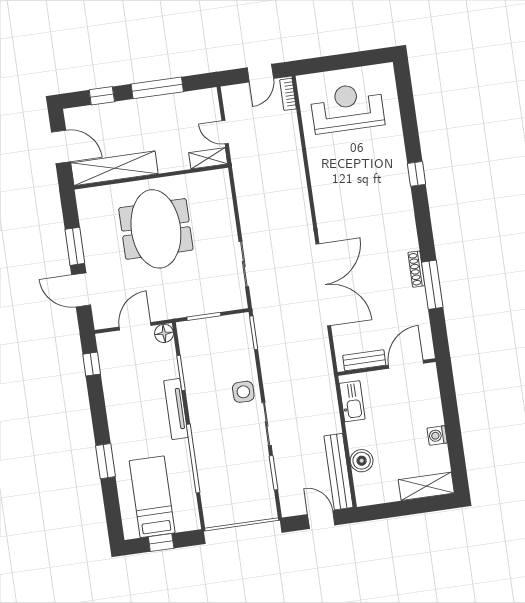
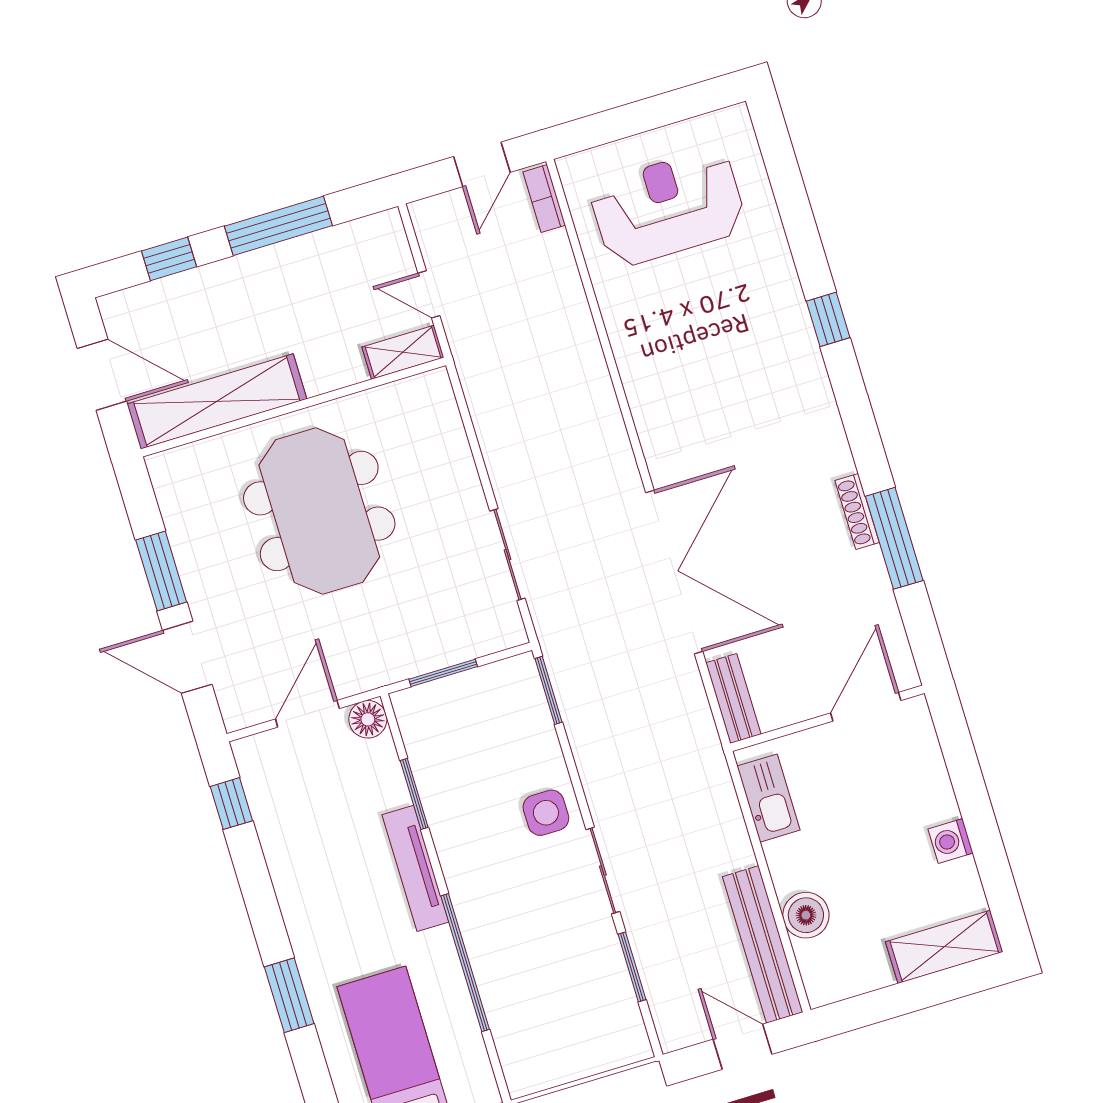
bench: (364, 360) -> (733, 698), moved, turned 90

